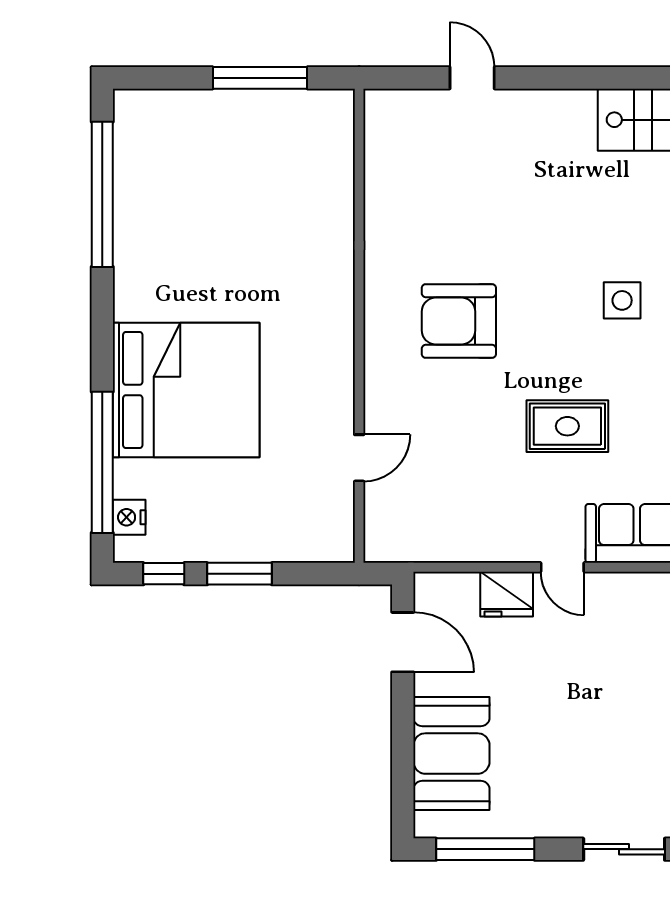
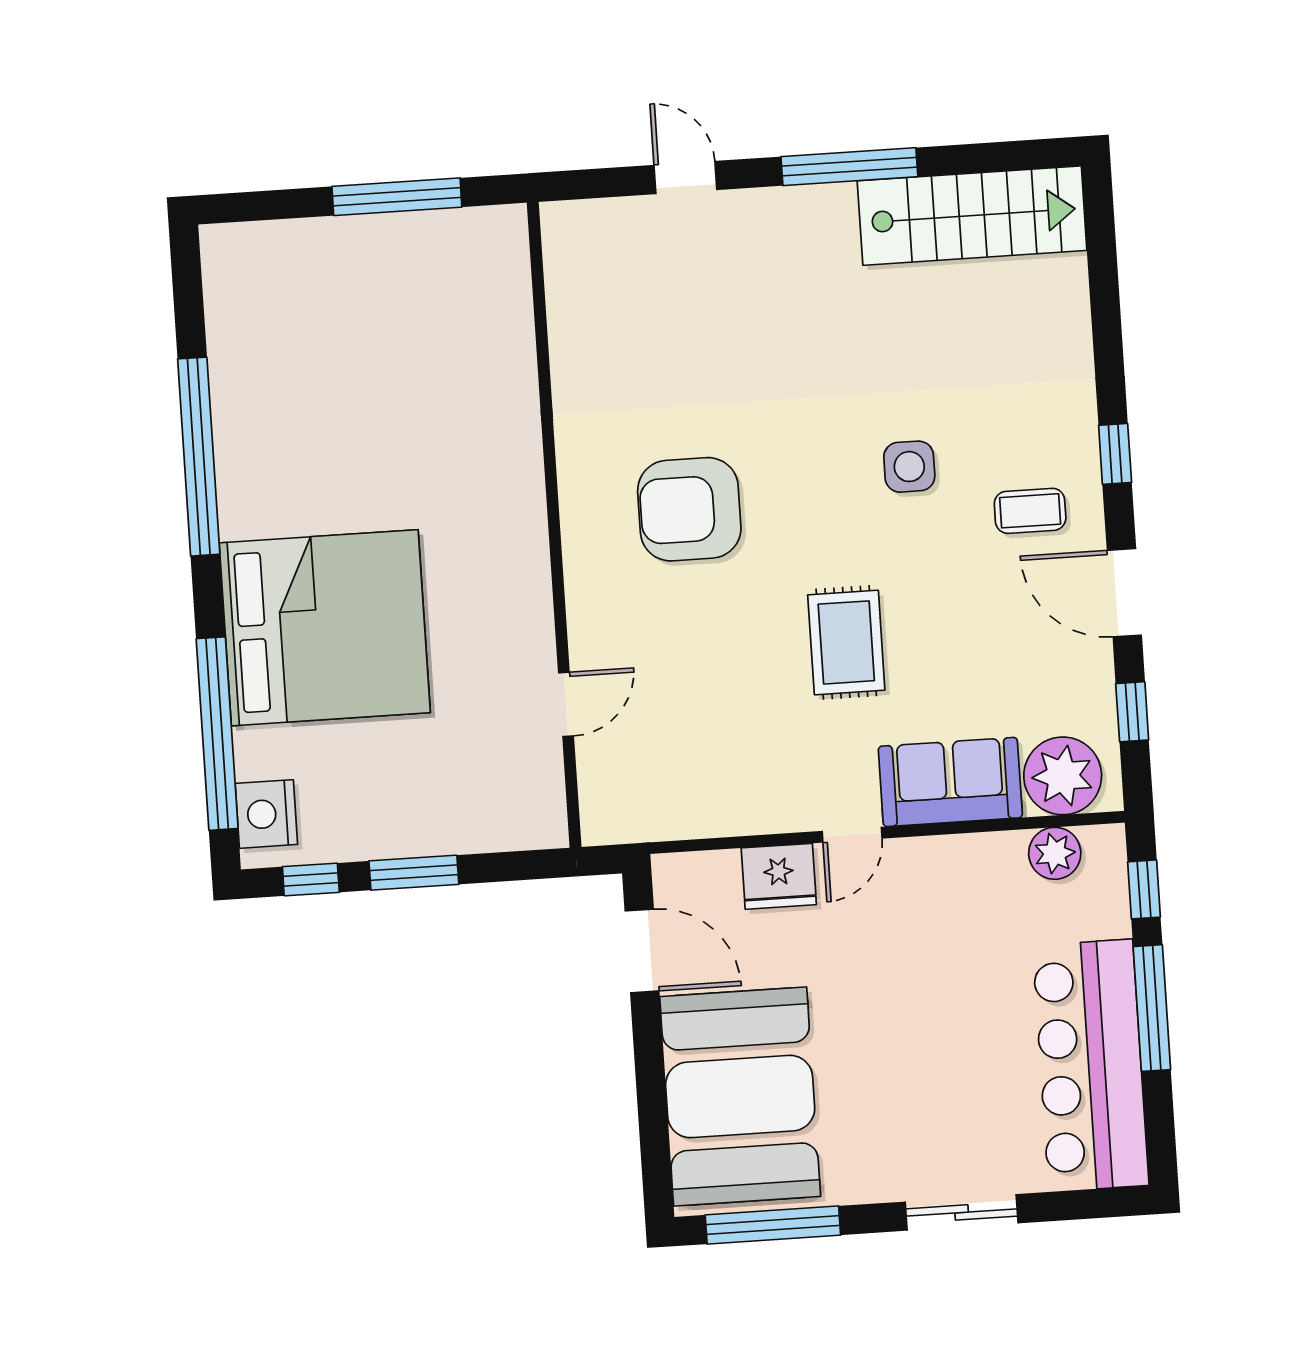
window: (593, 78) -> (849, 167), added
window: (102, 194) -> (199, 457), moved
rug: (567, 426) -> (846, 642), turned 90
nightstand: (129, 517) -> (266, 814), width x1.36, depth x1.33
door: (562, 567) -> (852, 835), hinge flipped
booth: (451, 754) -> (740, 1097), width x1.36, depth x1.42

